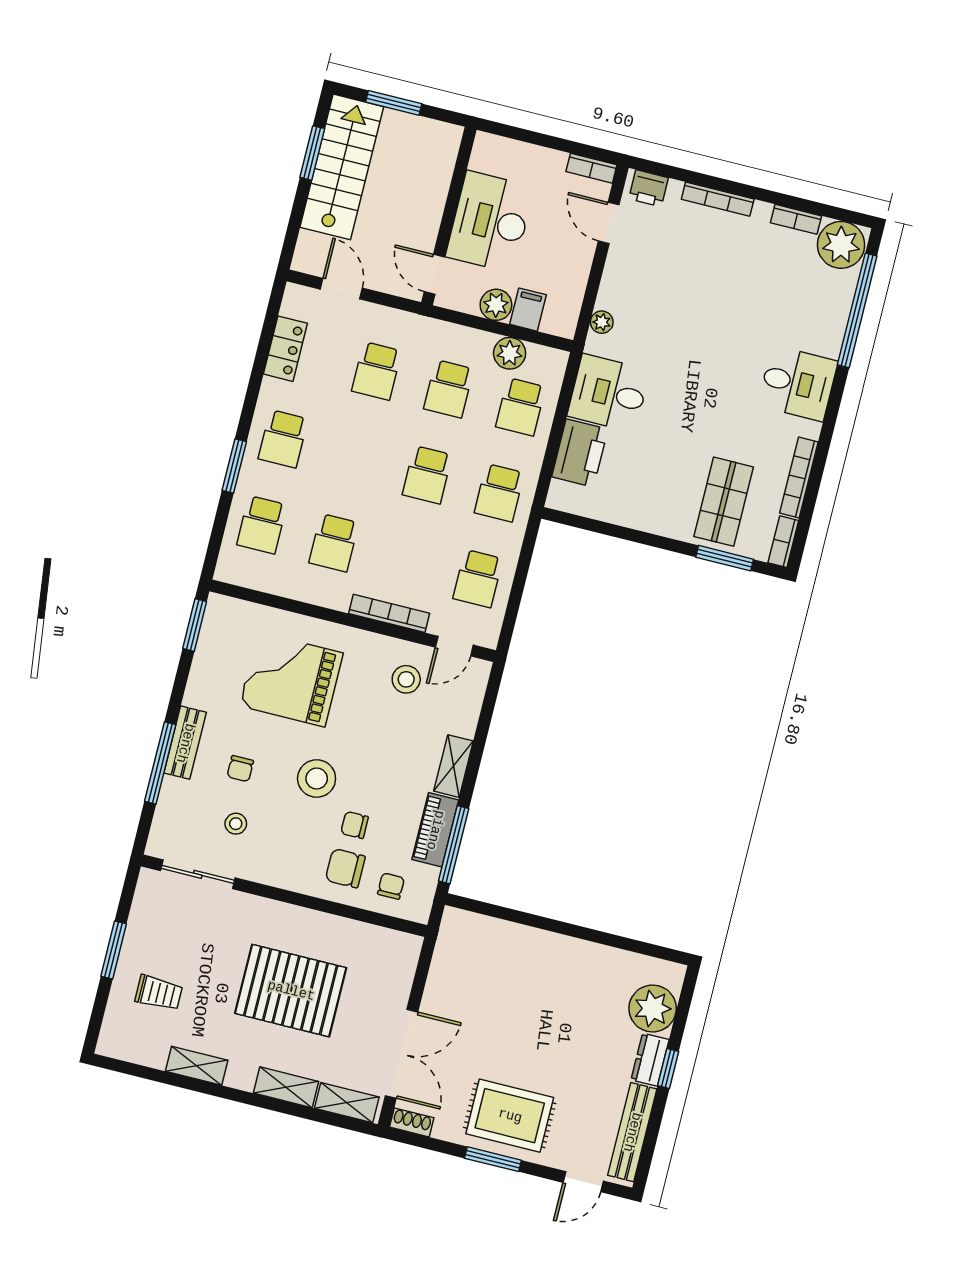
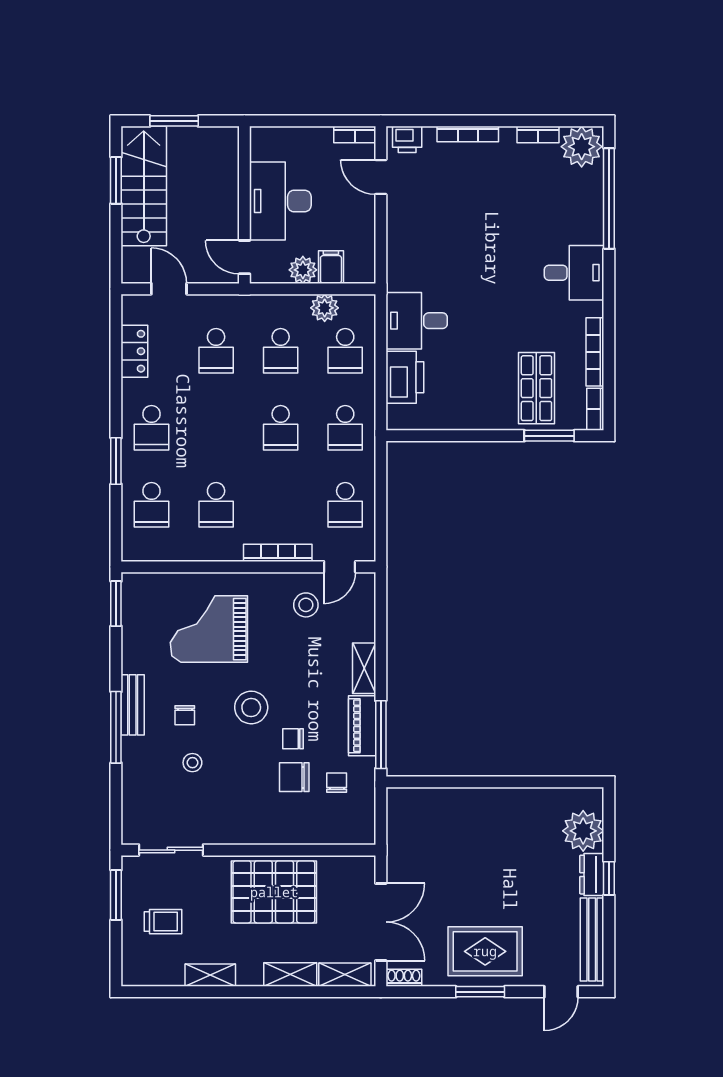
plant: (602, 322) -> (396, 262), removed
sliding door: (198, 874) -> (171, 850), moved
wall: (284, 896) -> (248, 850), moved

